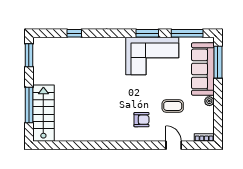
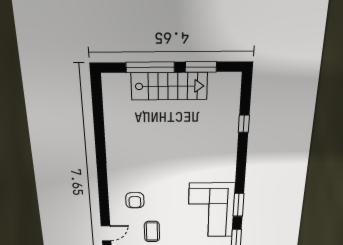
window: (29, 55) -> (201, 67), moved
stairs: (43, 113) -> (169, 86), moved

